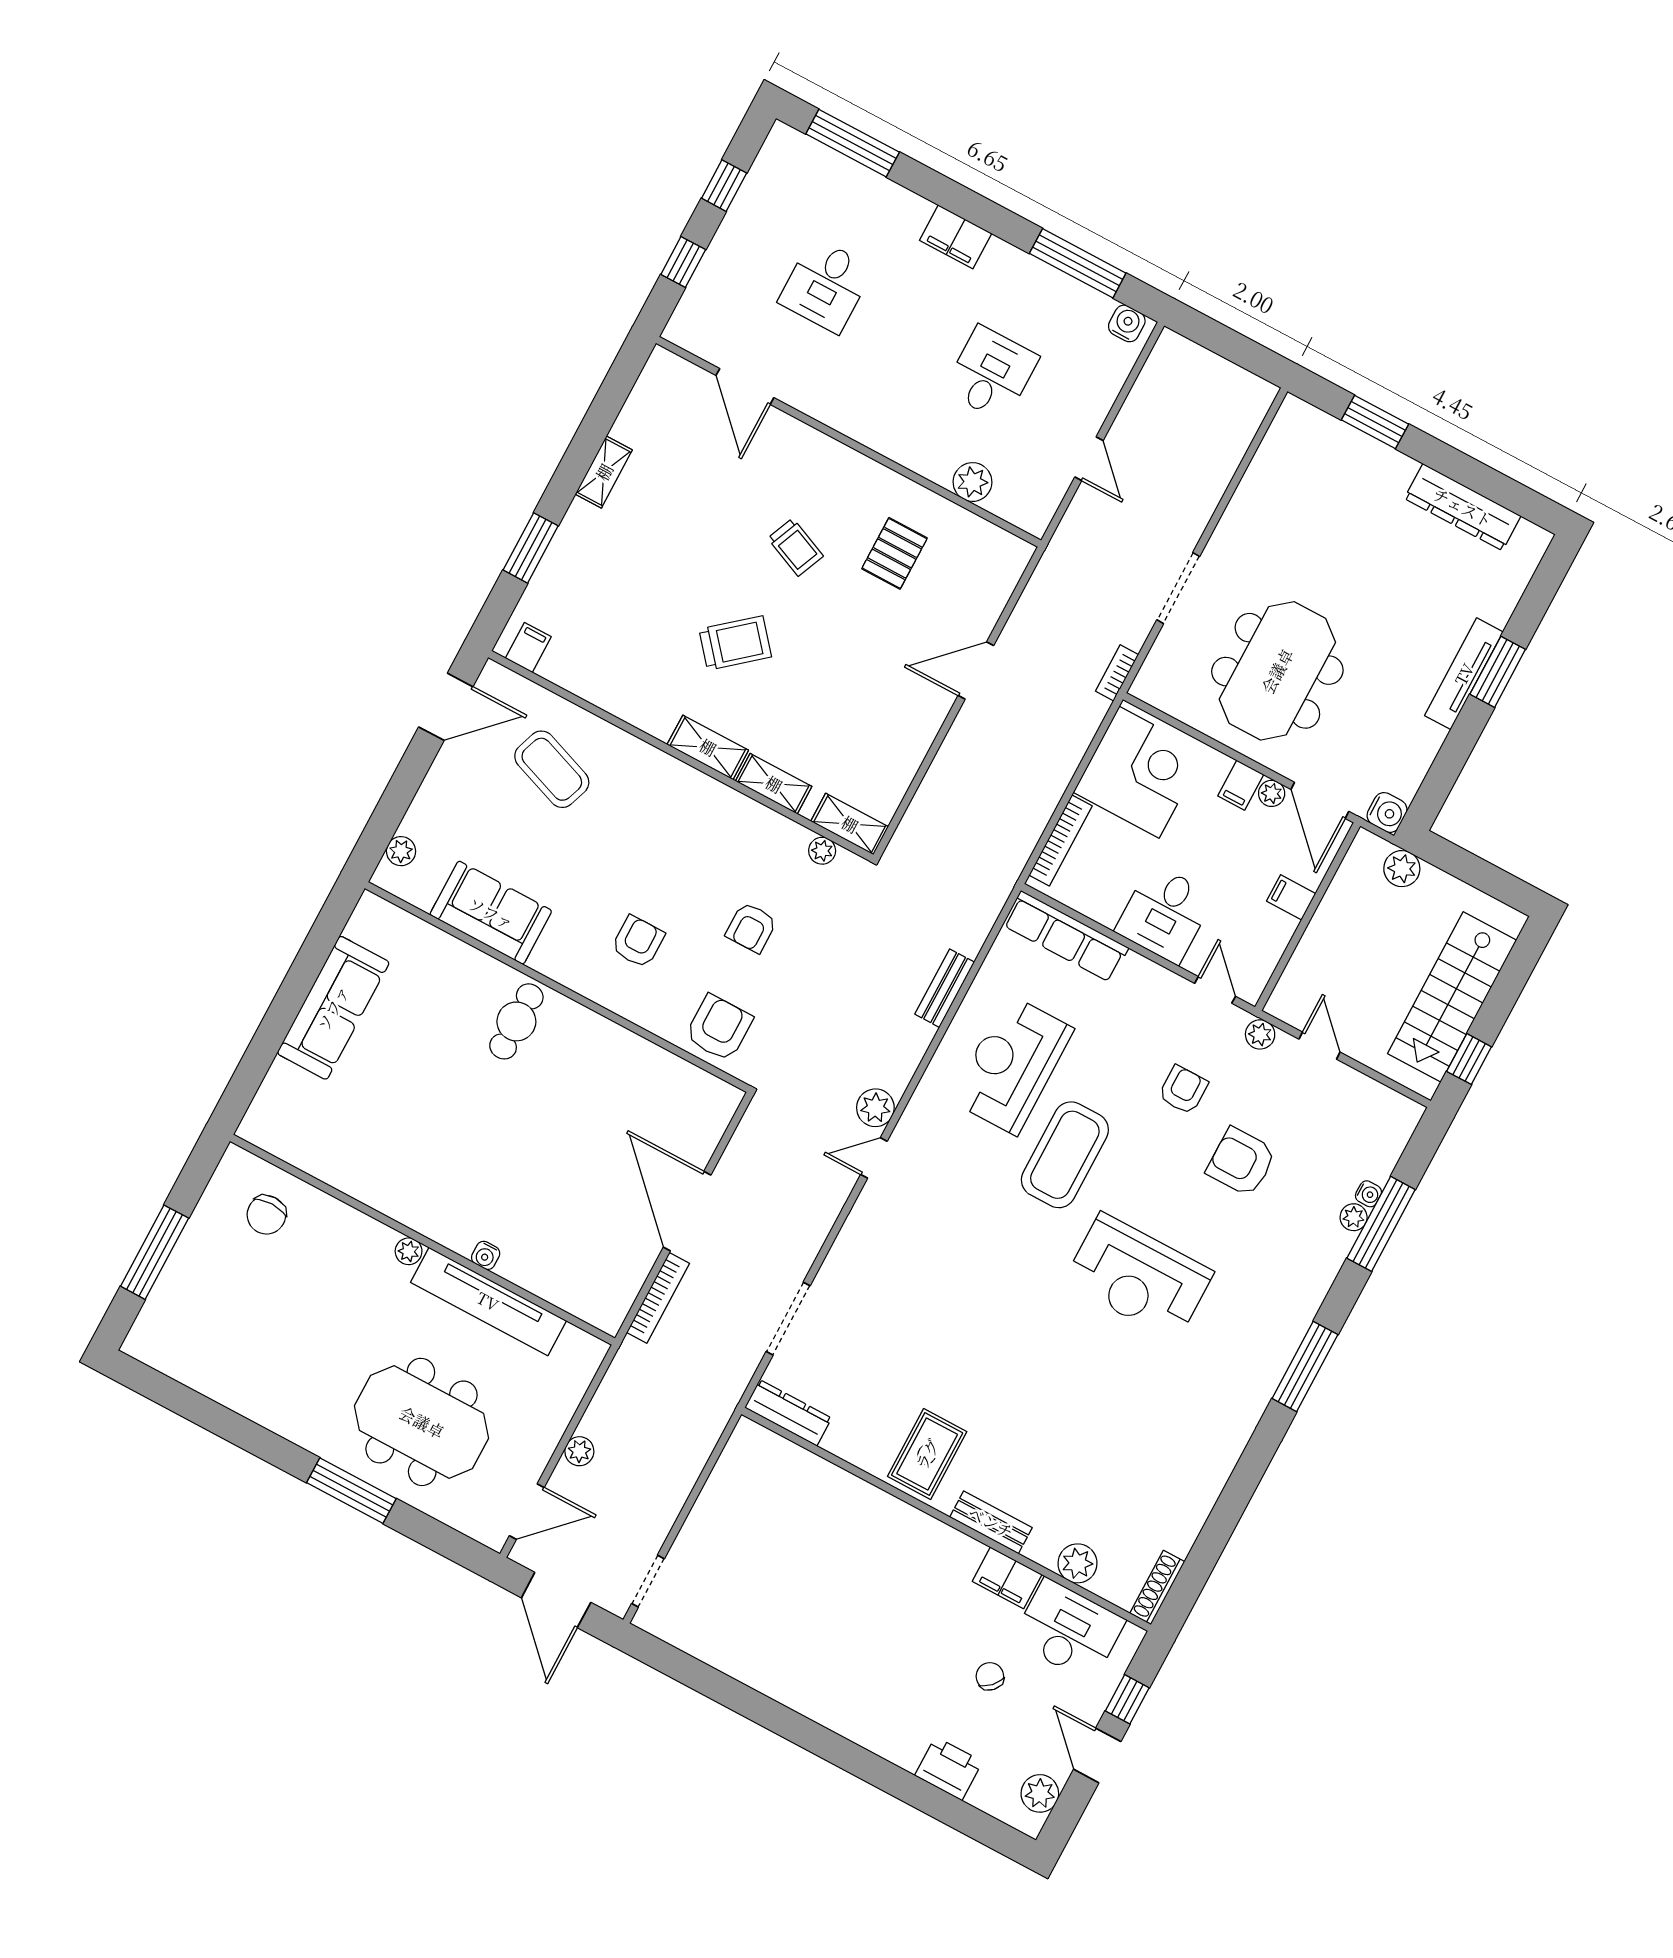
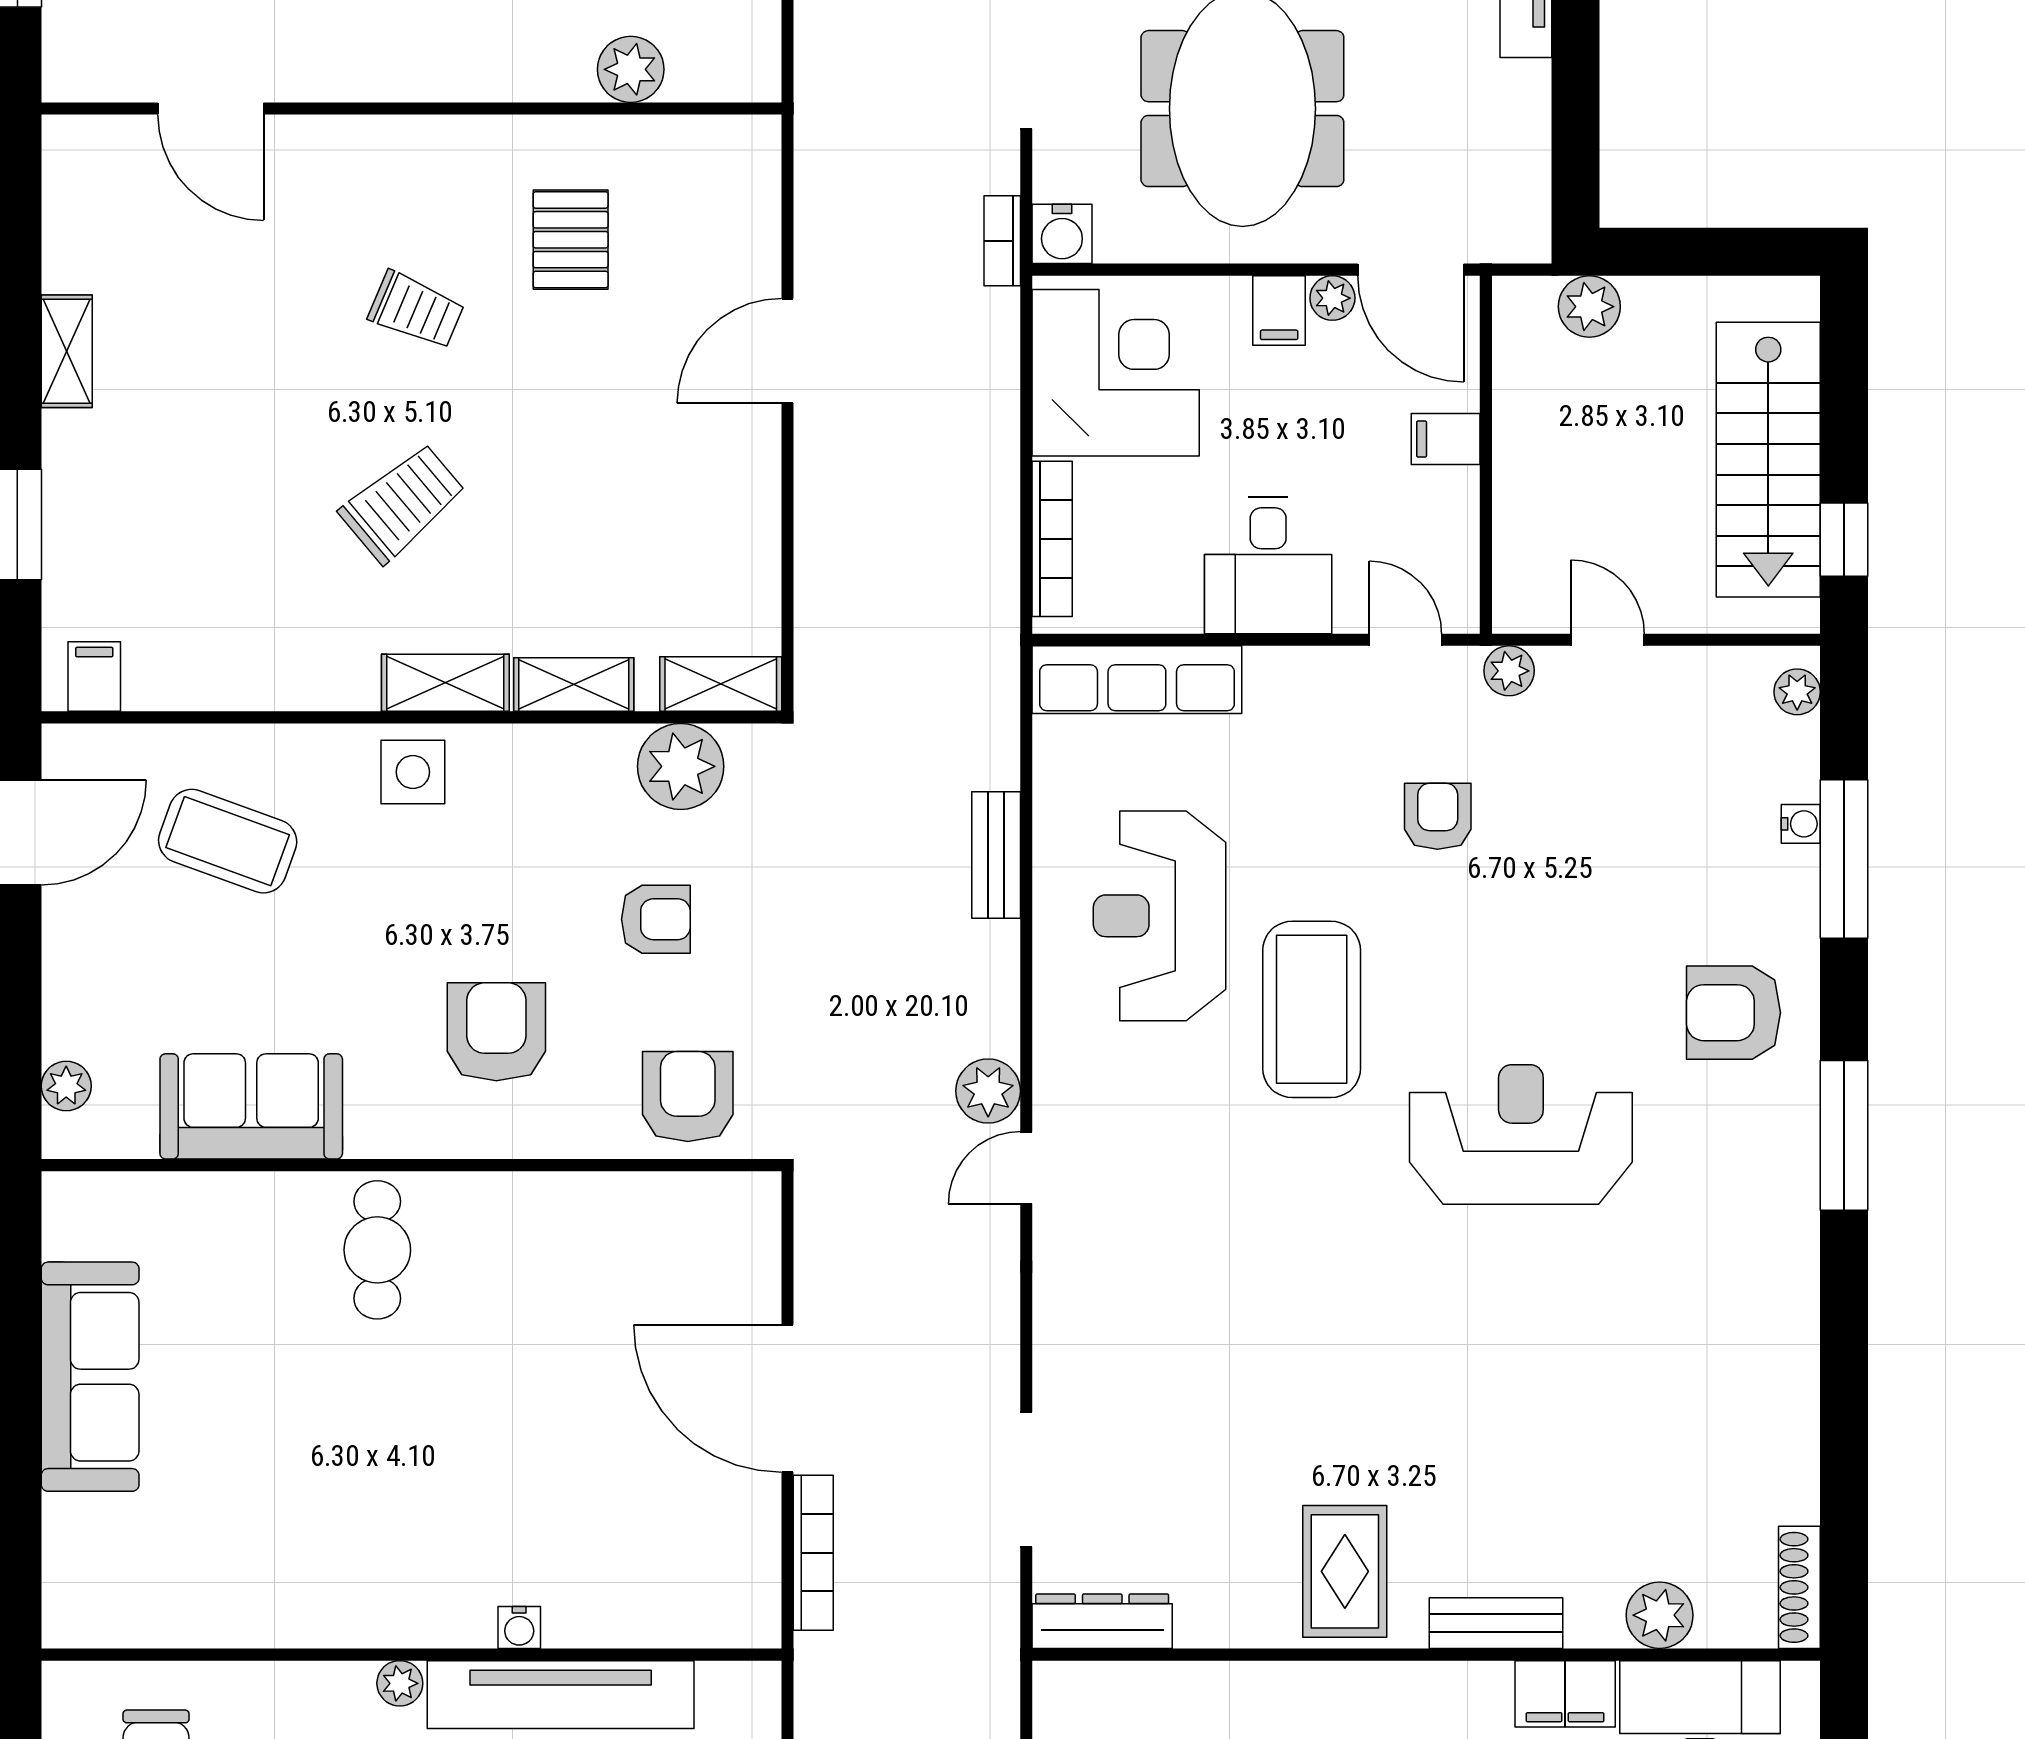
side table: (666, 785) -> (413, 772), added
water cooler: (1387, 812) -> (1062, 234), moved, turned 90
plant: (822, 851) -> (681, 766), width x1.88, depth x1.88
armchair: (751, 928) -> (656, 919), turned -90
armchair: (638, 942) -> (496, 1032), width x1.38, depth x1.38
armchair: (1241, 1162) -> (1734, 1013), moved
plant: (1354, 1217) -> (1797, 692), moved
reception desk: (1138, 1277) -> (1521, 1134), turned 180

